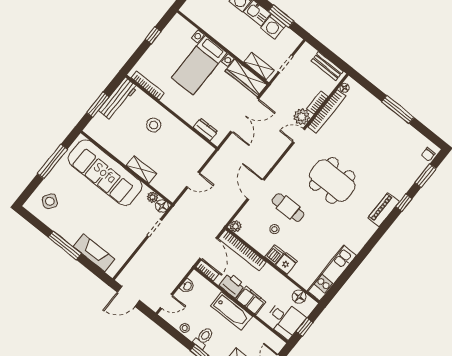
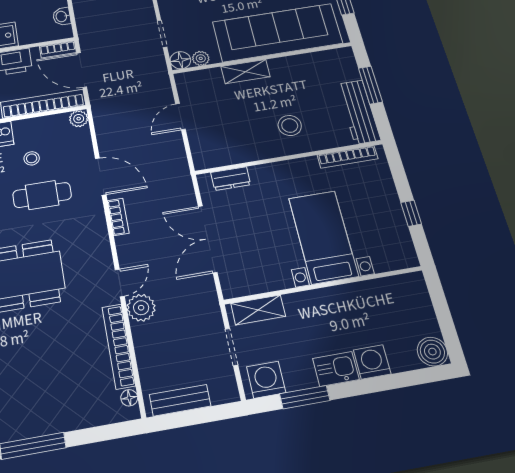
washing machine: (273, 27) -> (266, 380), moved
wardrobe: (246, 78) -> (256, 281), removed
bookcase: (317, 103) -> (118, 217), moved

